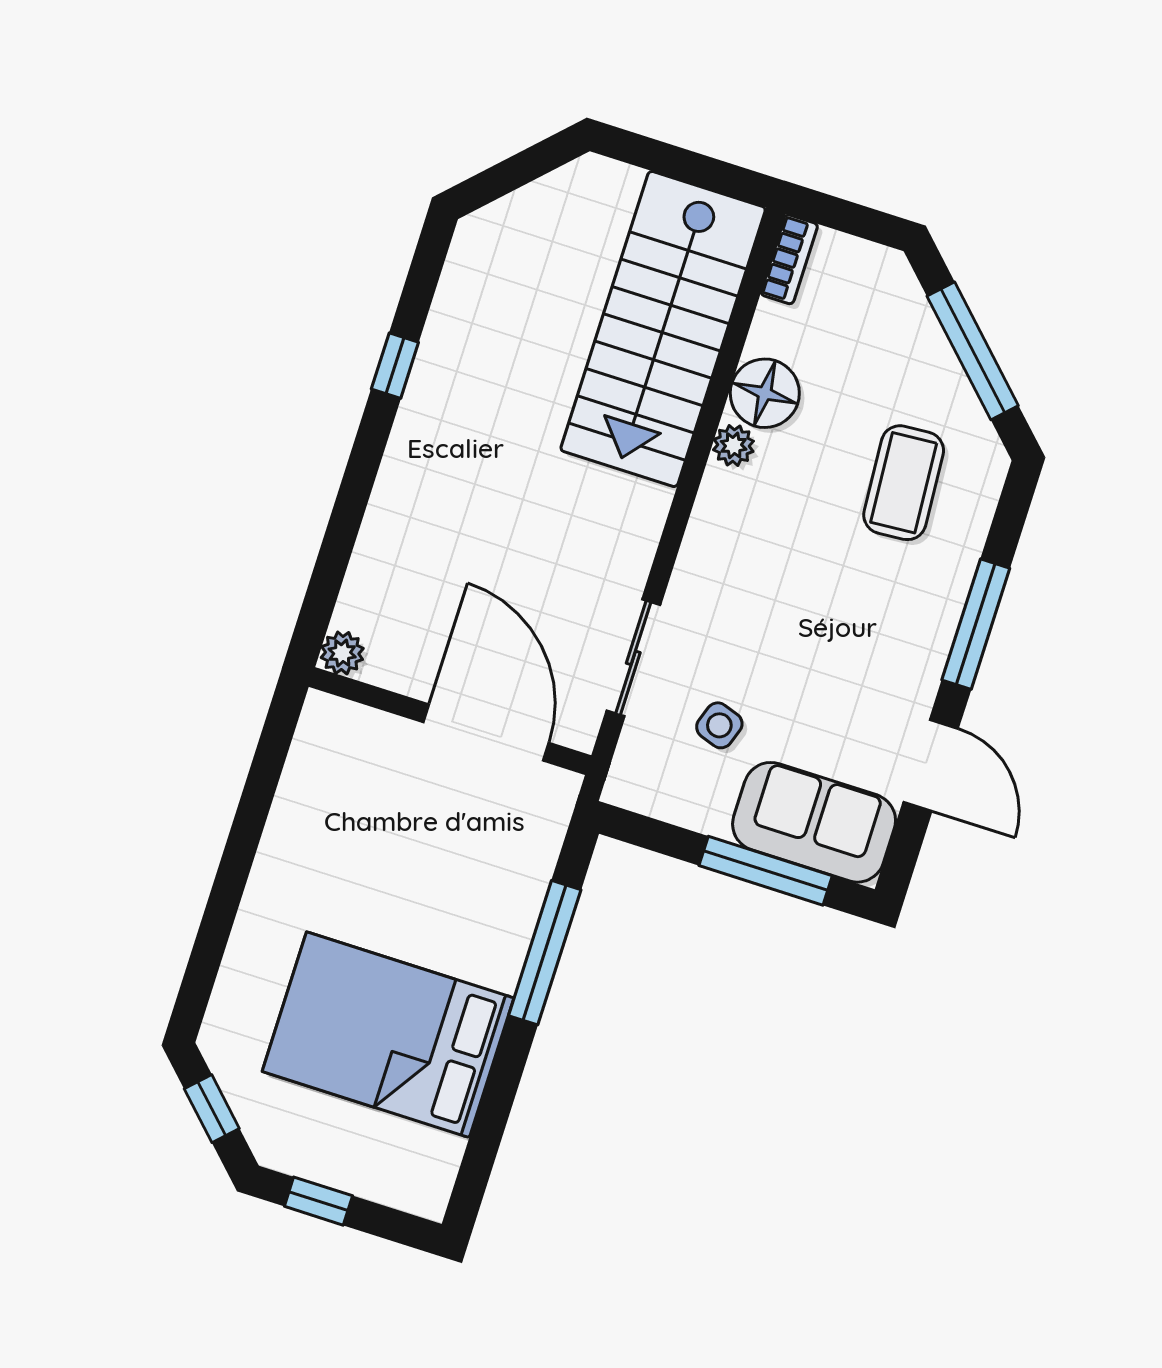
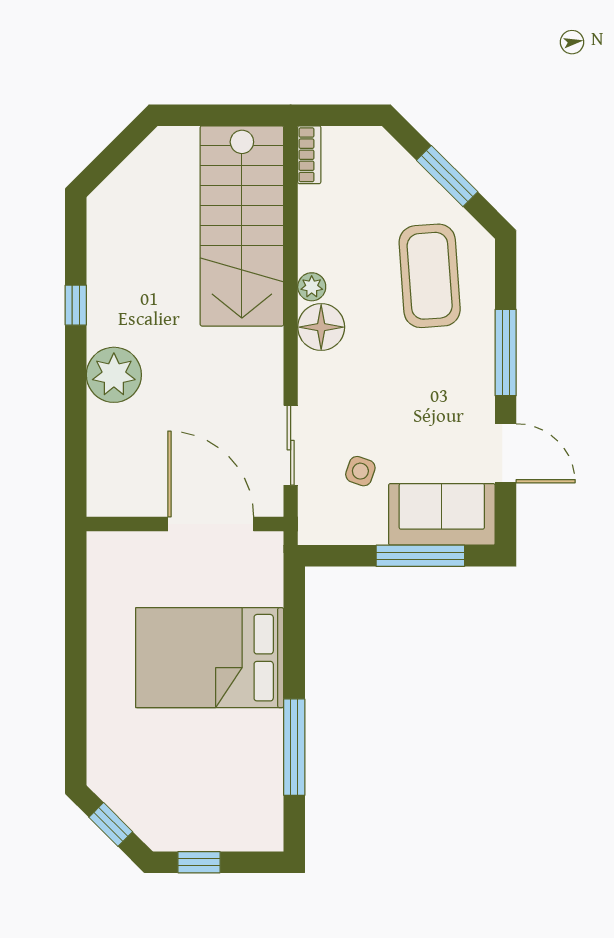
window: (973, 351) -> (447, 176), width x0.69
floor lamp: (765, 393) -> (321, 327), moved
coffee table: (904, 483) -> (430, 276), width x1.36, depth x1.32
plant: (342, 653) -> (114, 375), moved, width x1.87, depth x1.87
window: (545, 953) -> (294, 747), moved
bed: (388, 1035) -> (210, 658), moved

